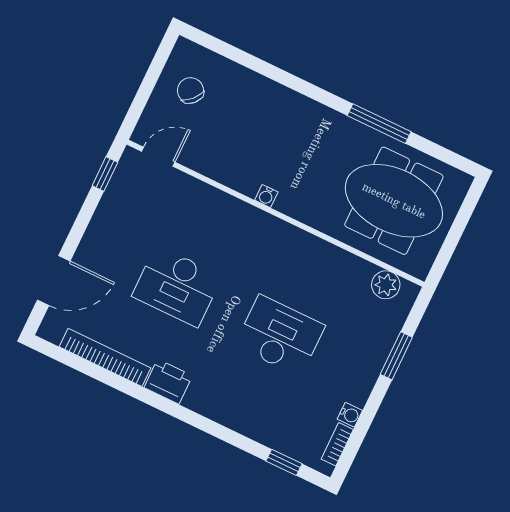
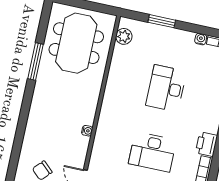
water cooler: (266, 196) -> (87, 131), moved
desk: (177, 286) -> (152, 152), turned 90

